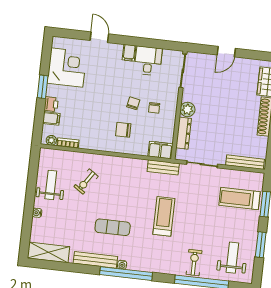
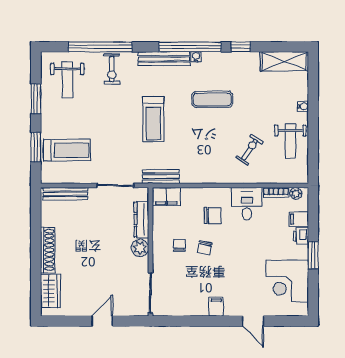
desk: (148, 61) -> (247, 204), moved, turned 180
bench: (95, 260) -> (164, 59), moved
window: (84, 269) -> (241, 47), added

